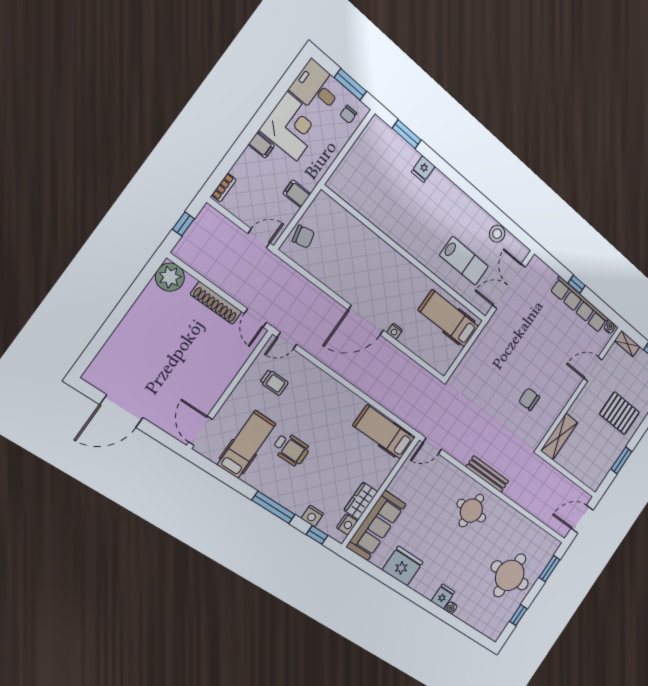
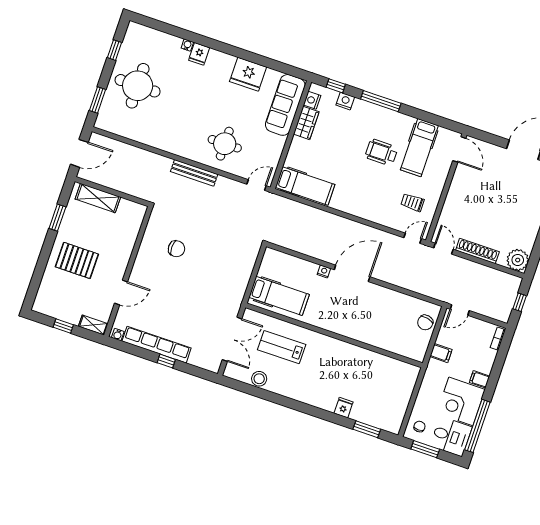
window: (281, 88) -> (477, 426), added
chair: (303, 237) -> (425, 322), turned -65
shelving: (559, 436) -> (98, 198), moved, turned 90
round table: (471, 511) -> (225, 144), moved

